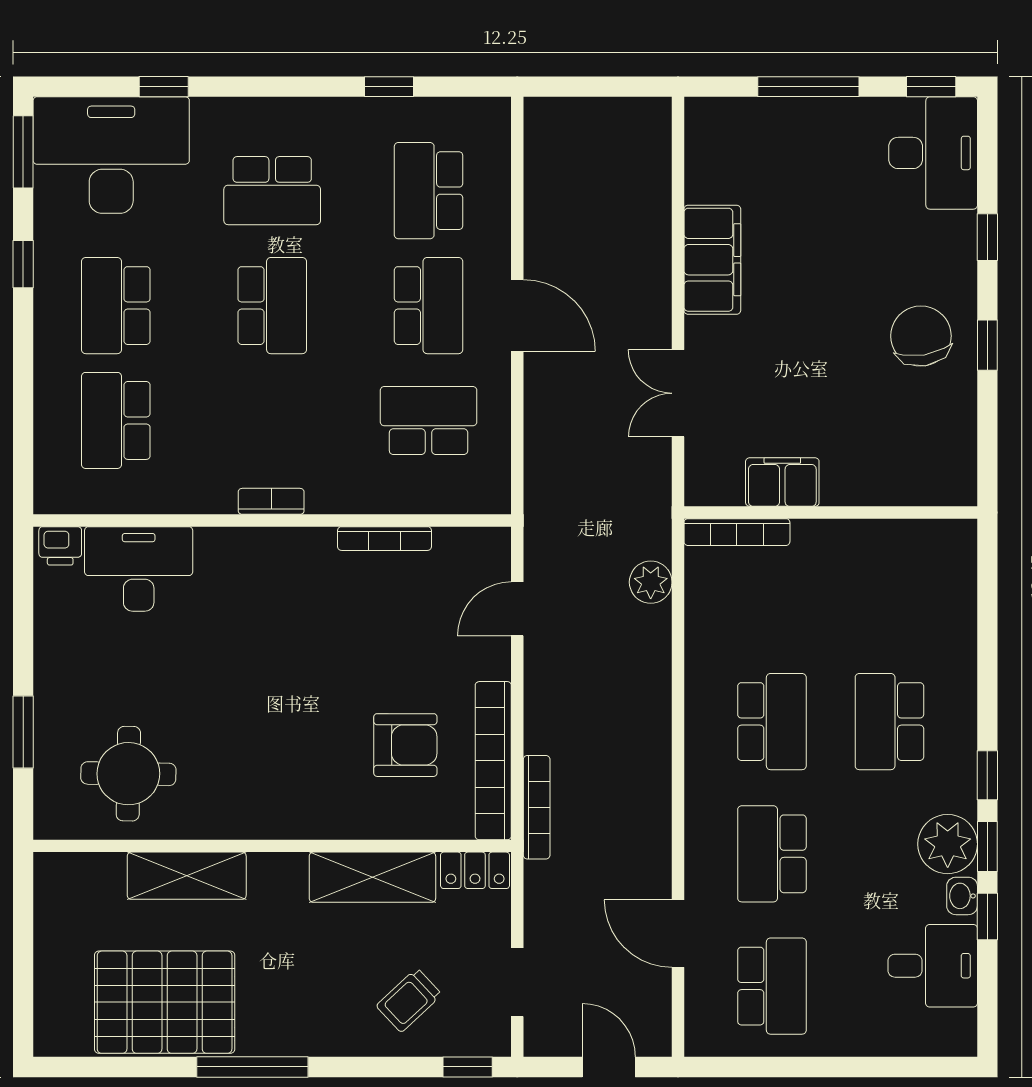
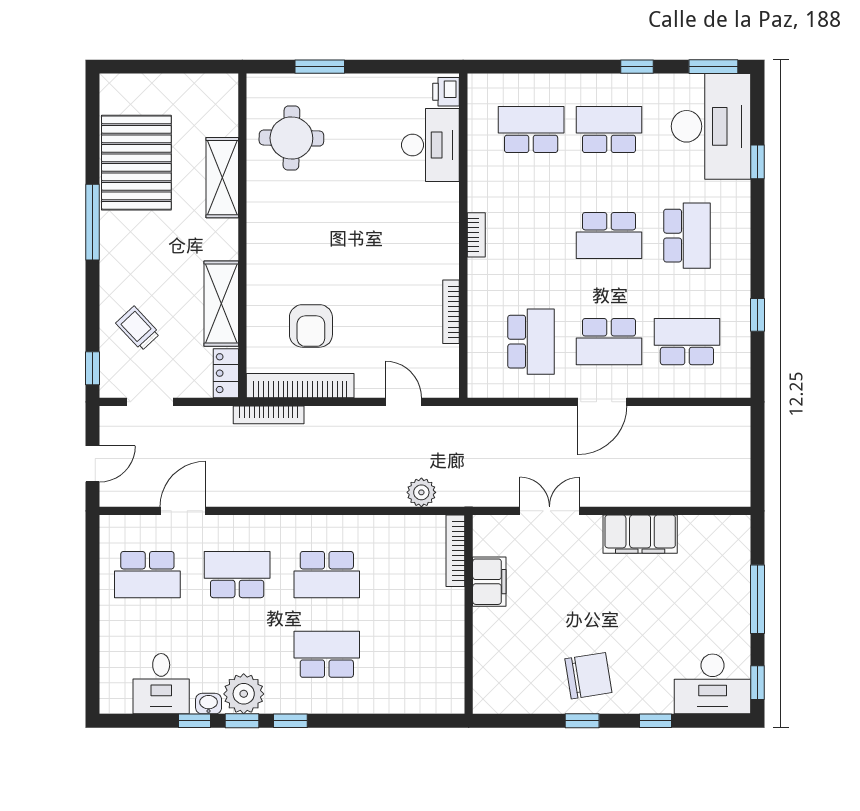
school desk: (272, 191) -> (687, 236), turned 180

